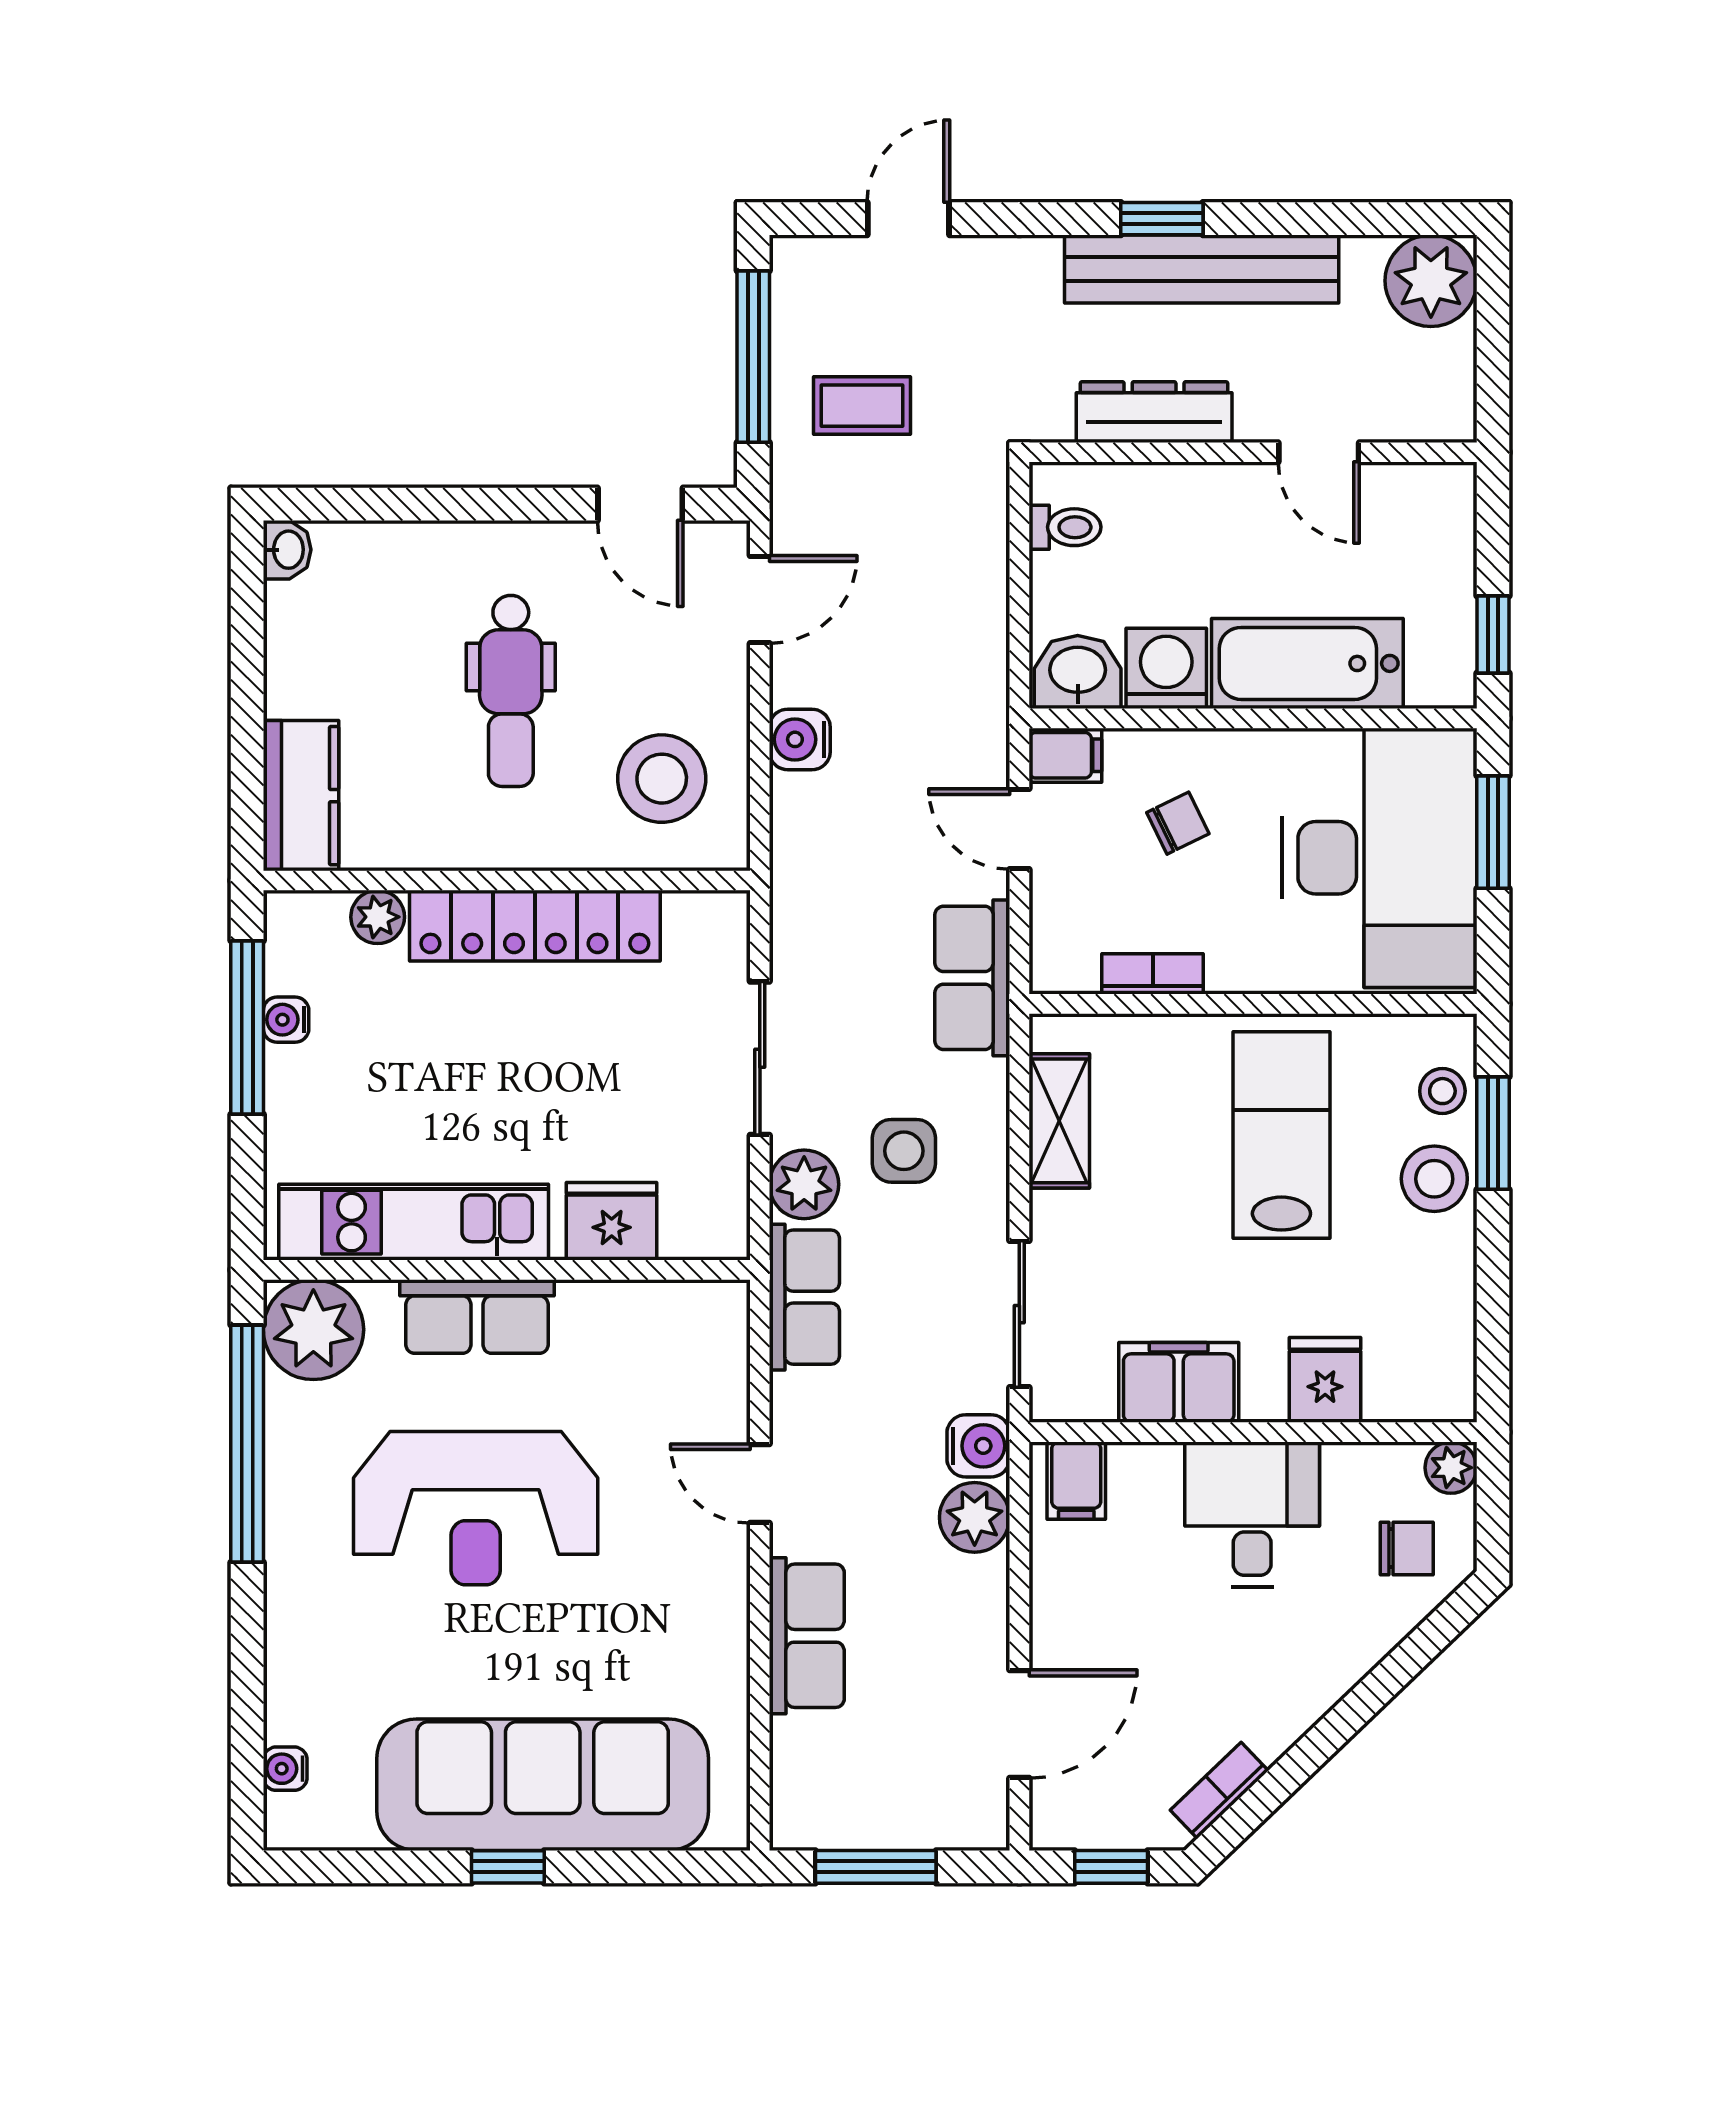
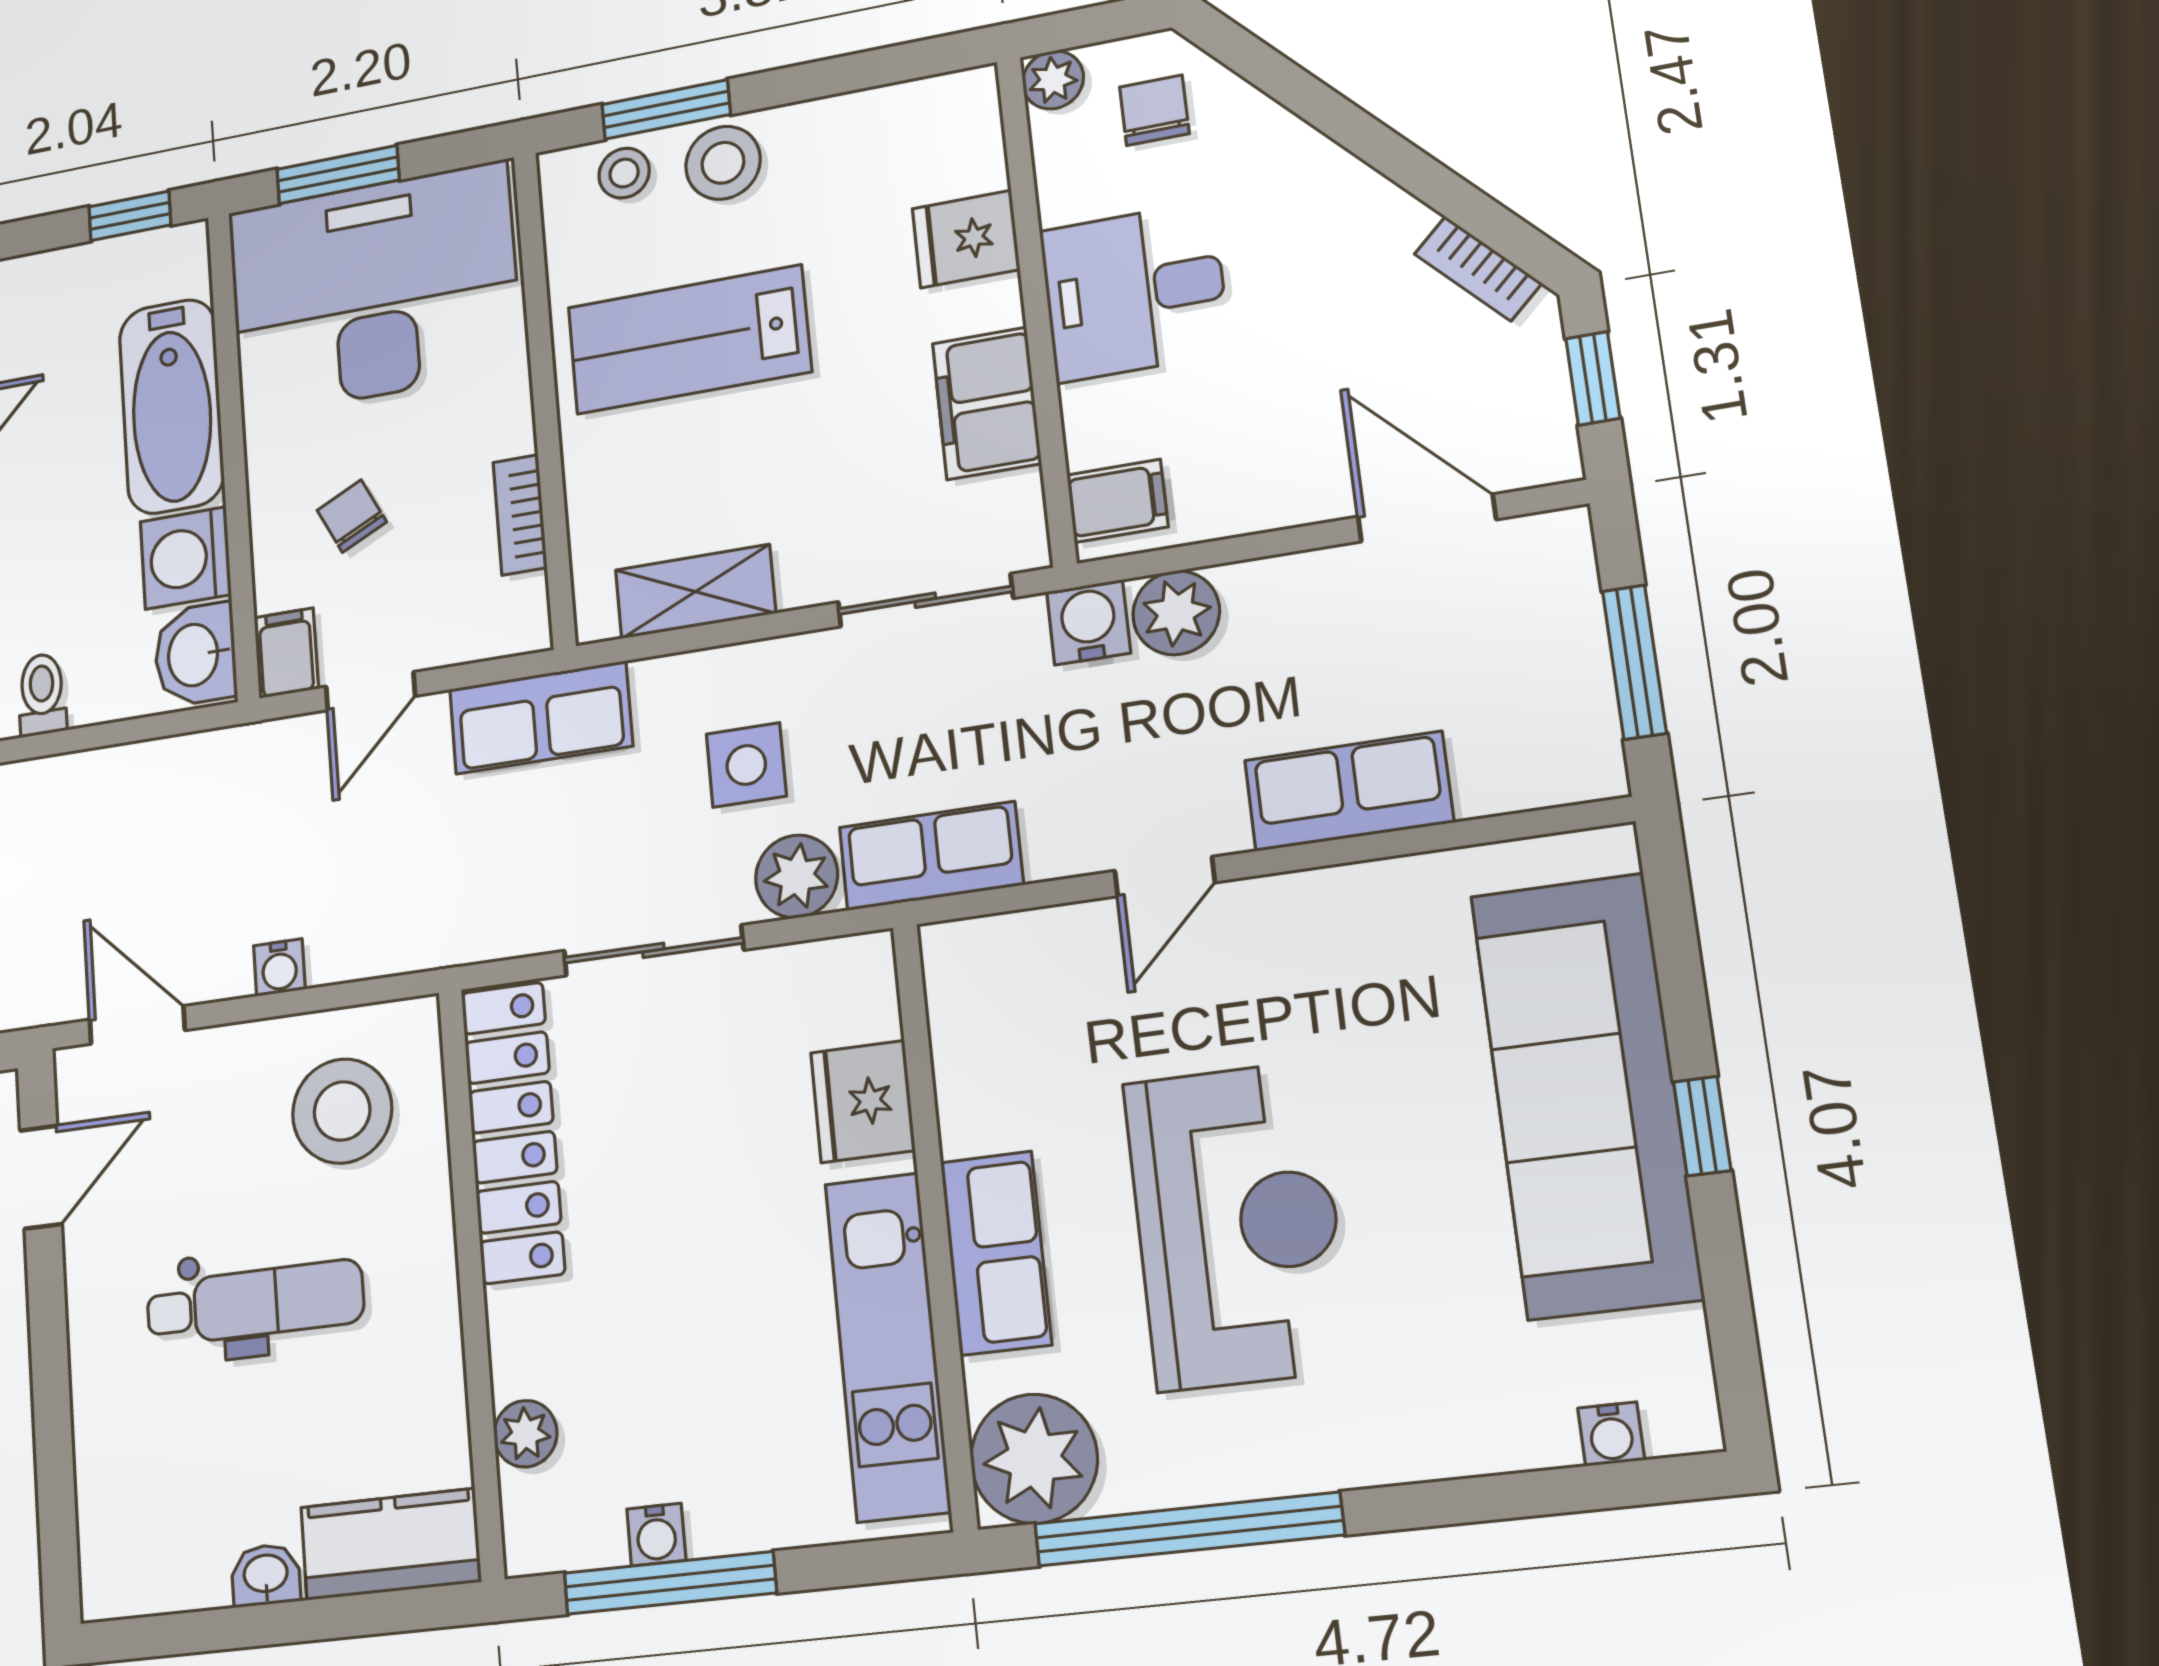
washbasin: (287, 550) -> (266, 1575), moved
water cooler: (800, 739) -> (279, 967), width x0.72, depth x0.72
locker: (535, 926) -> (513, 1132), moved

